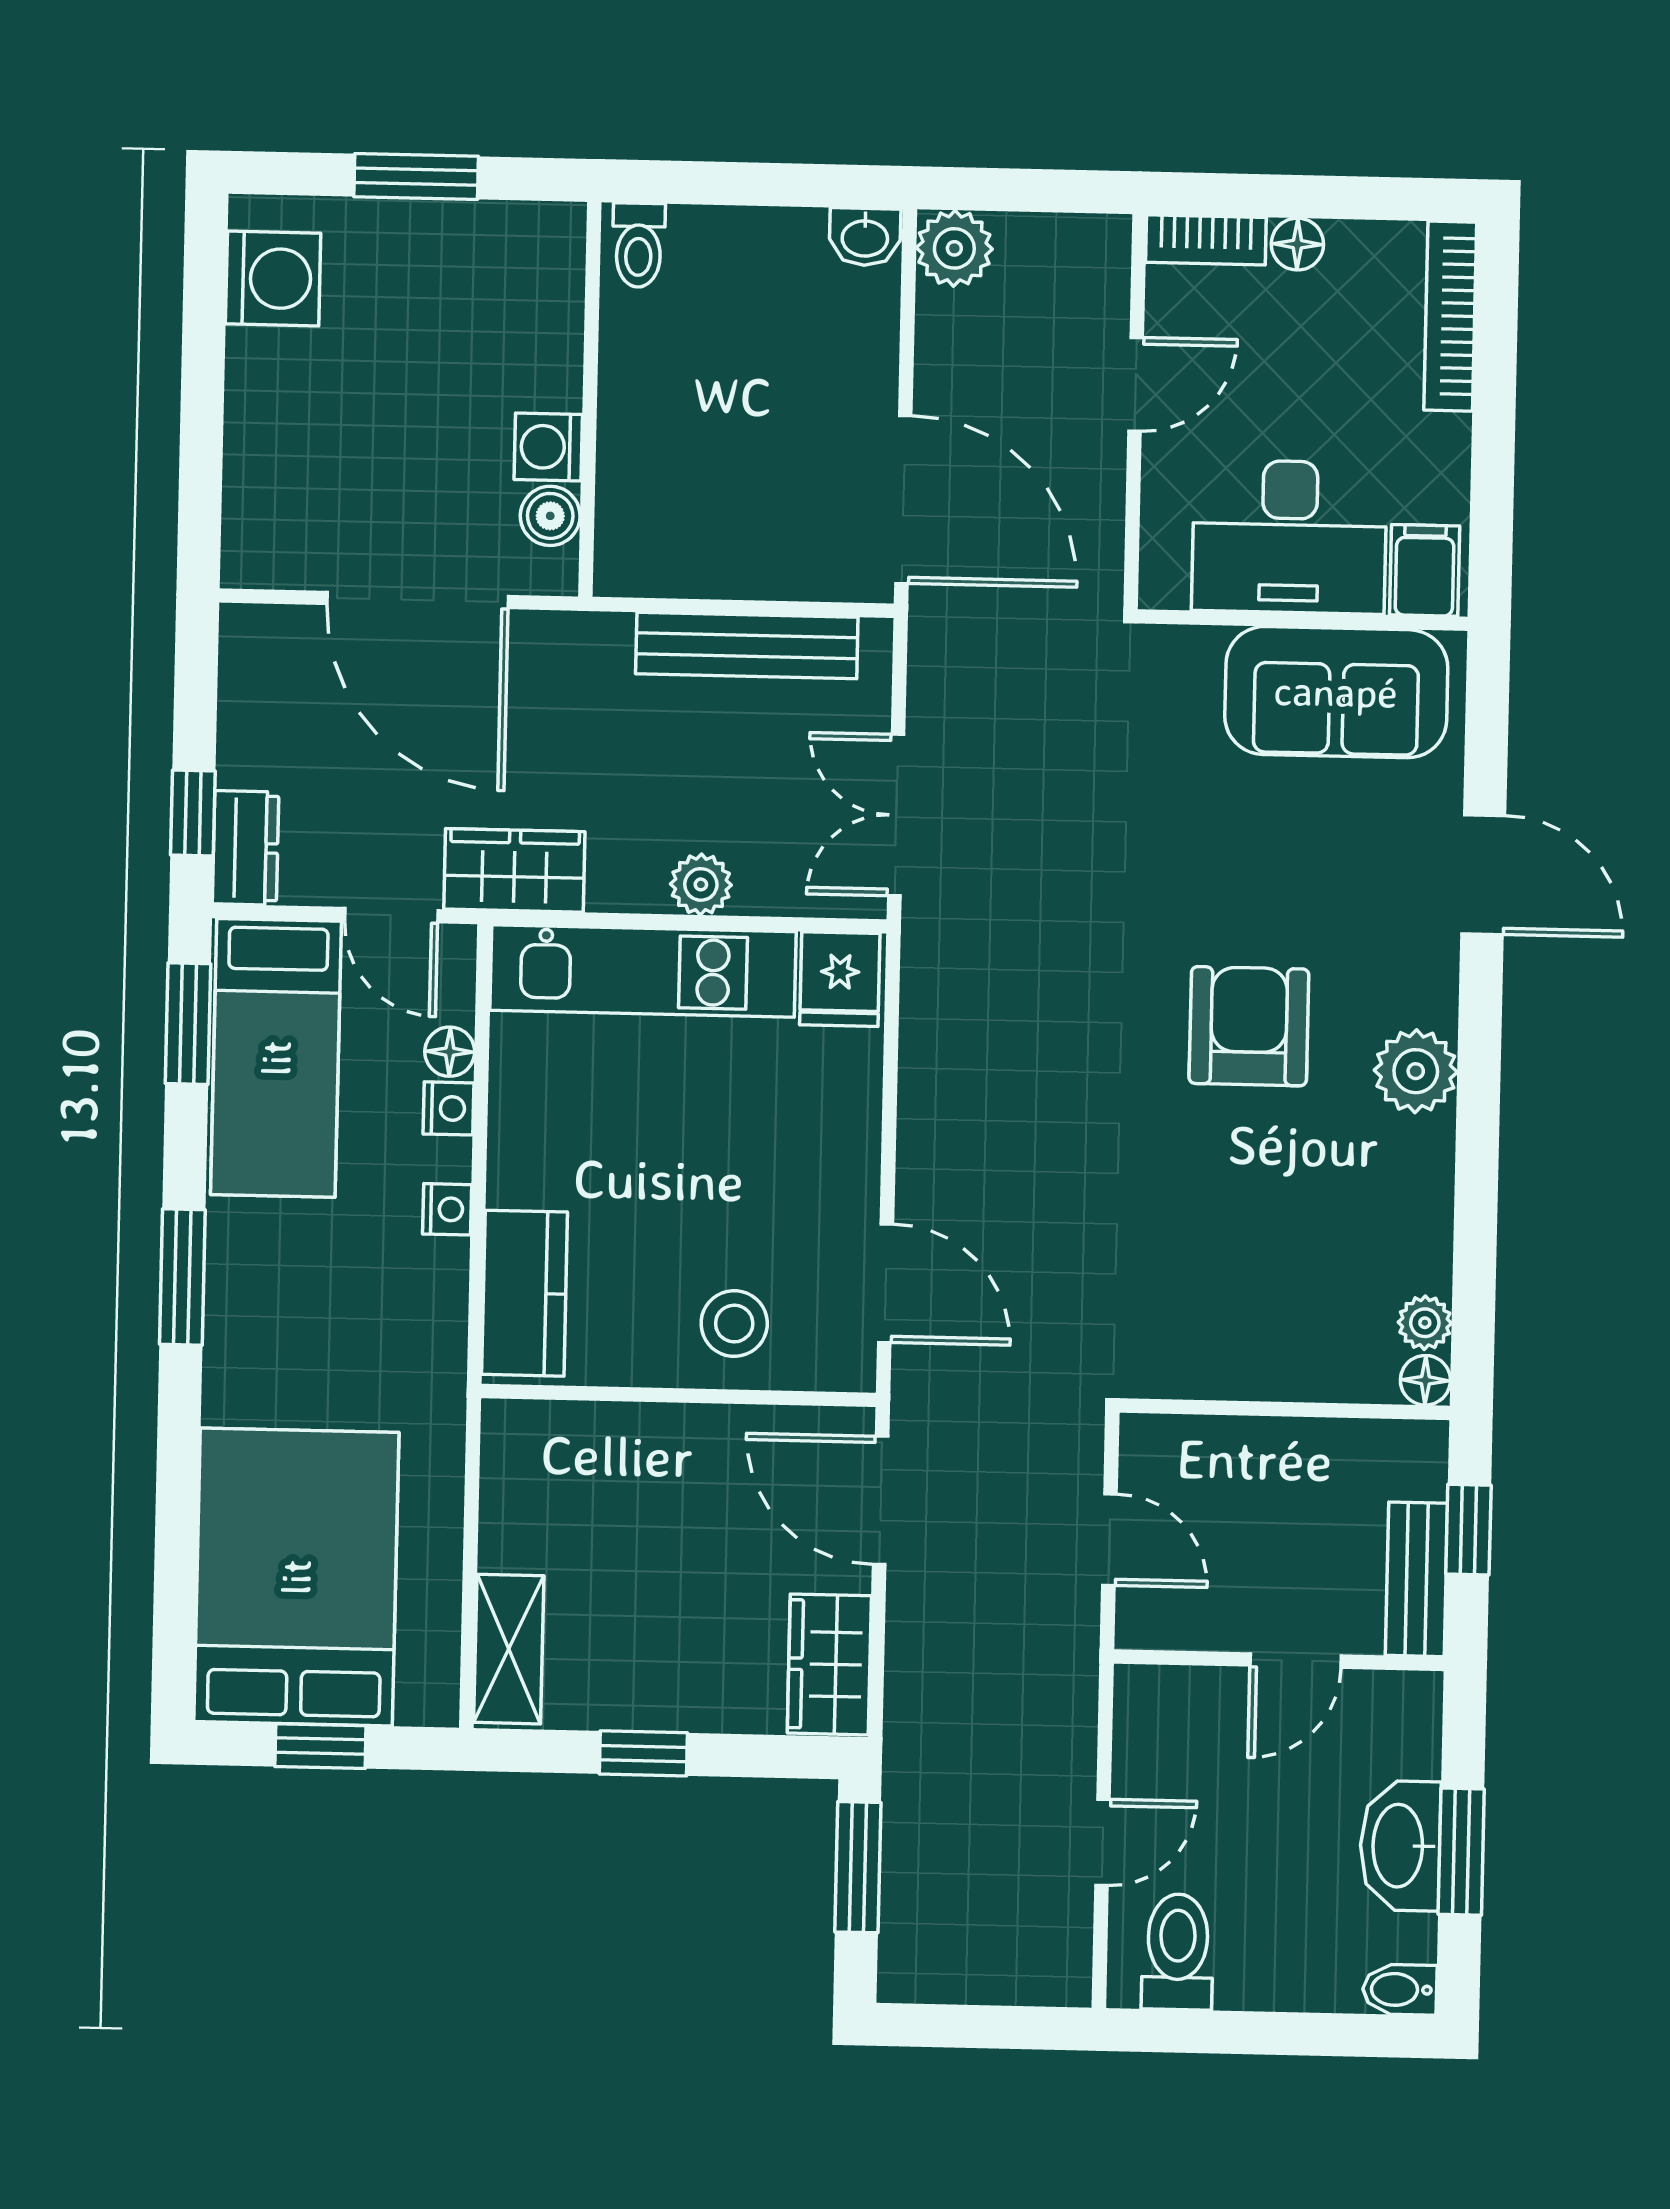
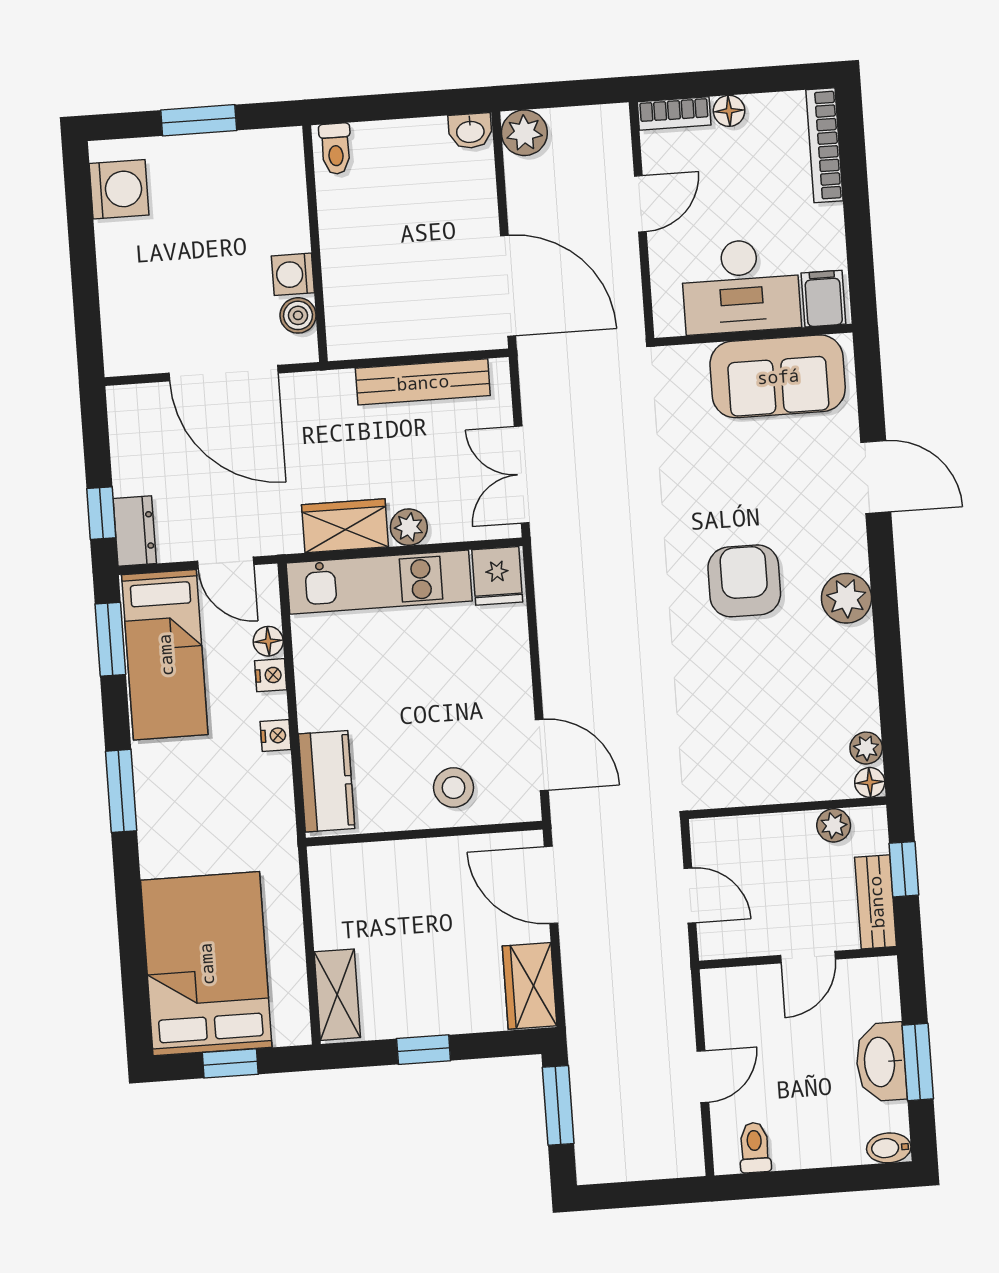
wardrobe: (514, 870) -> (345, 526), moved
plant: (1359, 1446) -> (834, 825), added
toilet: (1178, 1952) -> (755, 1147), width x0.73, depth x0.72

